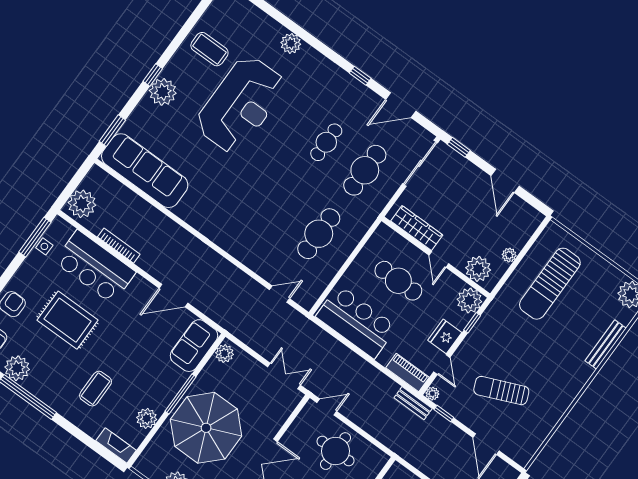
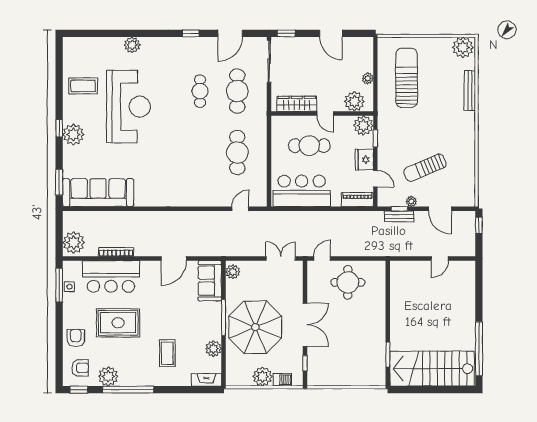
sun lounger: (550, 284) -> (407, 78), turned 180
plant: (432, 394) -> (411, 201), moved
bench: (413, 403) -> (399, 216), moved

